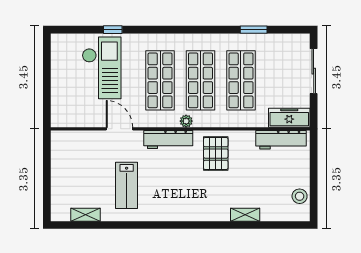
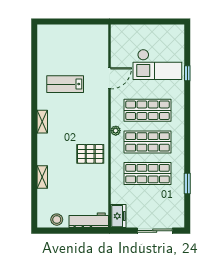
freezer: (289, 118) -> (118, 216), width x0.71
workbench: (168, 140) -> (101, 117), removed
workbench: (281, 140) -> (89, 220), moved, turned 90
shelving: (86, 215) -> (42, 122), moved

